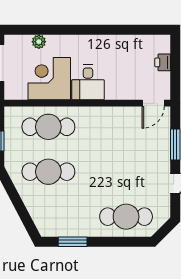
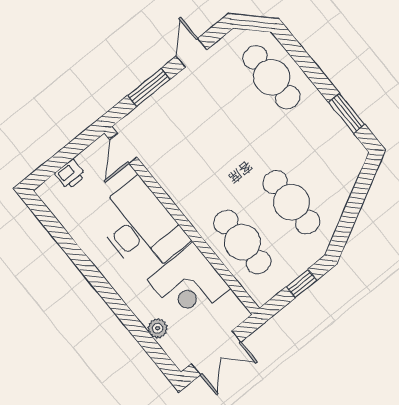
desk: (88, 82) -> (140, 227), width x1.87, depth x1.30
door: (153, 103) -> (123, 148), swing flipped

